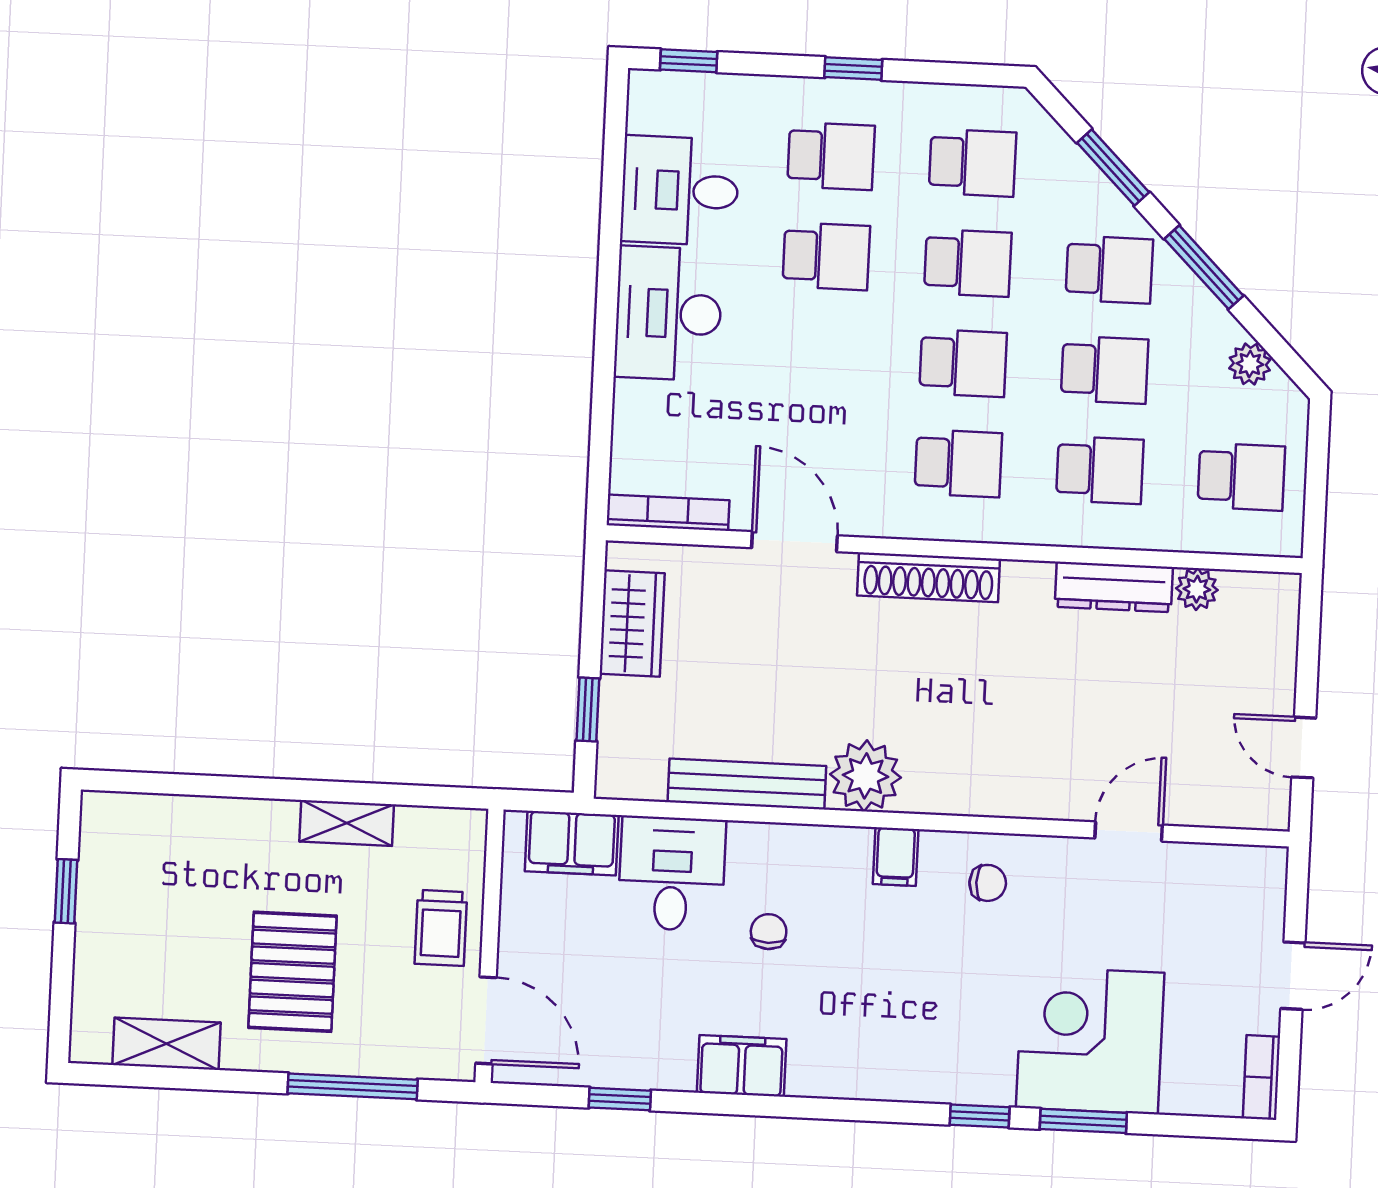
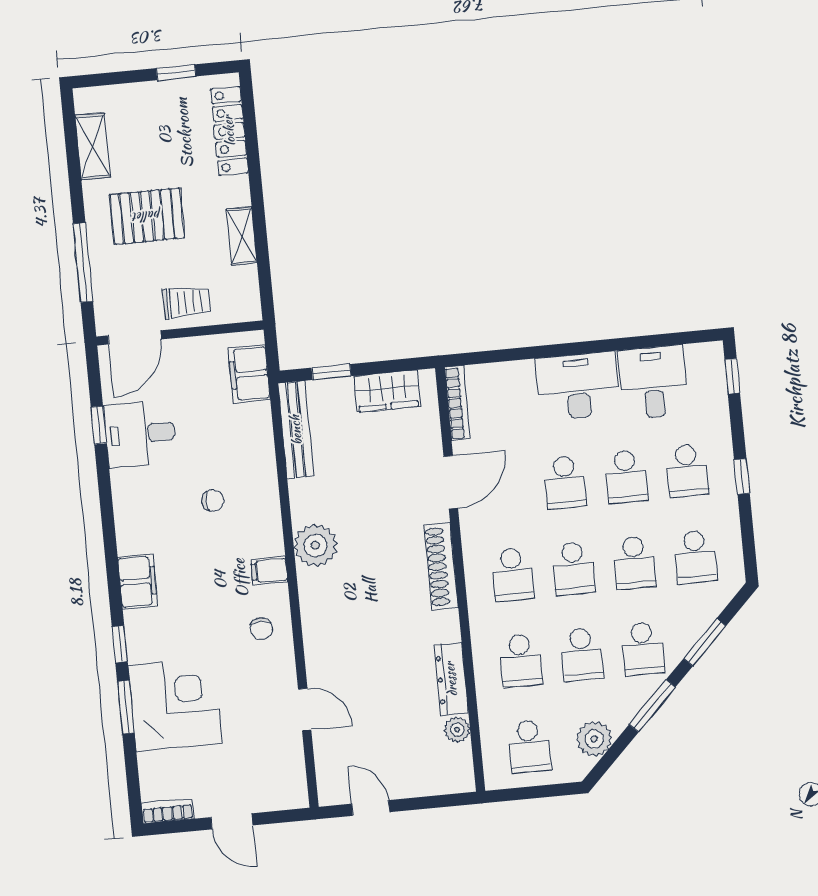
school desk: (822, 356) -> (565, 482), added
plant: (1250, 364) -> (594, 739), width x1.38, depth x1.38
door: (1304, 748) -> (371, 808), hinge flipped
bench: (747, 784) -> (296, 430), moved
locker: (174, 818) -> (229, 131), added
desk: (672, 874) -> (140, 434), moved, turned 180
trolley: (441, 928) -> (187, 302), turned 180
filing cabinet: (742, 1066) -> (138, 582), moved

